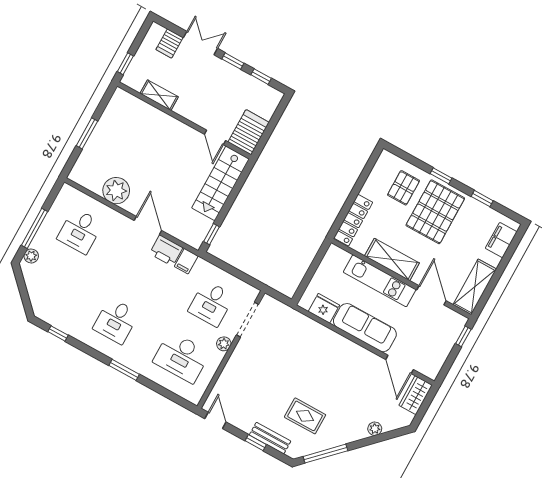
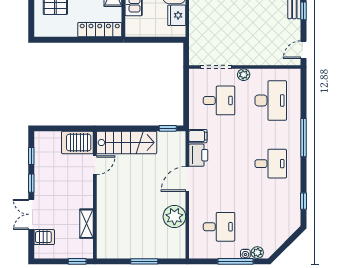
water cooler: (37, 243) -> (245, 254), added
window: (124, 370) -> (303, 138), width x1.44

